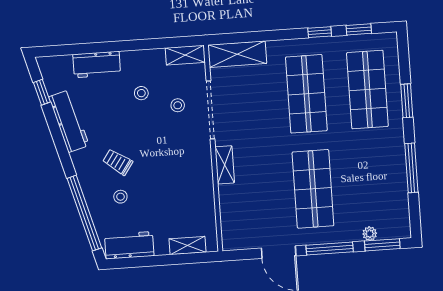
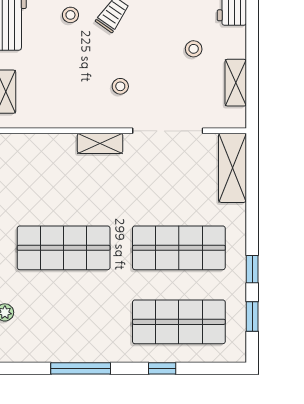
shelving: (185, 55) -> (236, 83), moved
window: (407, 101) -> (162, 368), width x0.67
stool: (178, 105) -> (120, 86), moved

